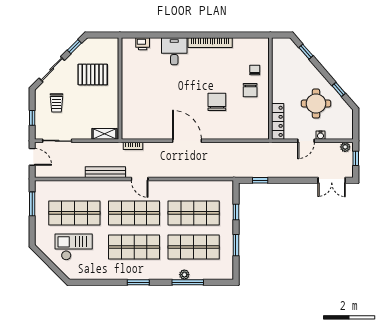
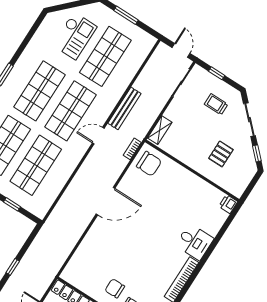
printer: (143, 44) -> (228, 204), moved
pallet: (93, 74) -> (221, 154), width x0.67, depth x0.71
chair: (217, 102) -> (149, 164), moved
door: (32, 157) -> (181, 50), swing flipped
window: (260, 180) -> (13, 267), moved
window: (32, 204) -> (126, 15), moved

